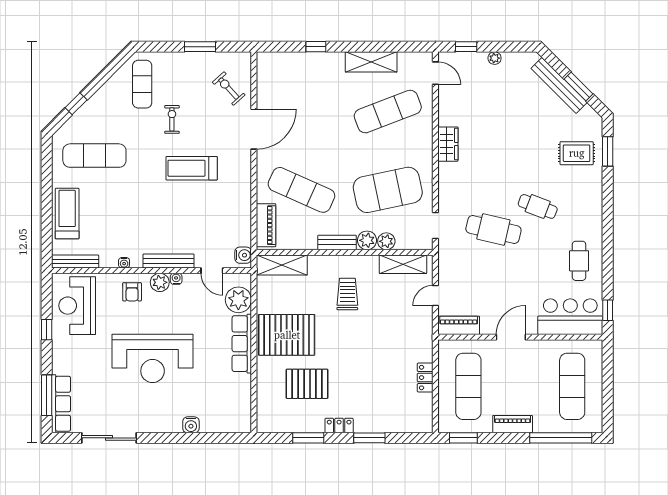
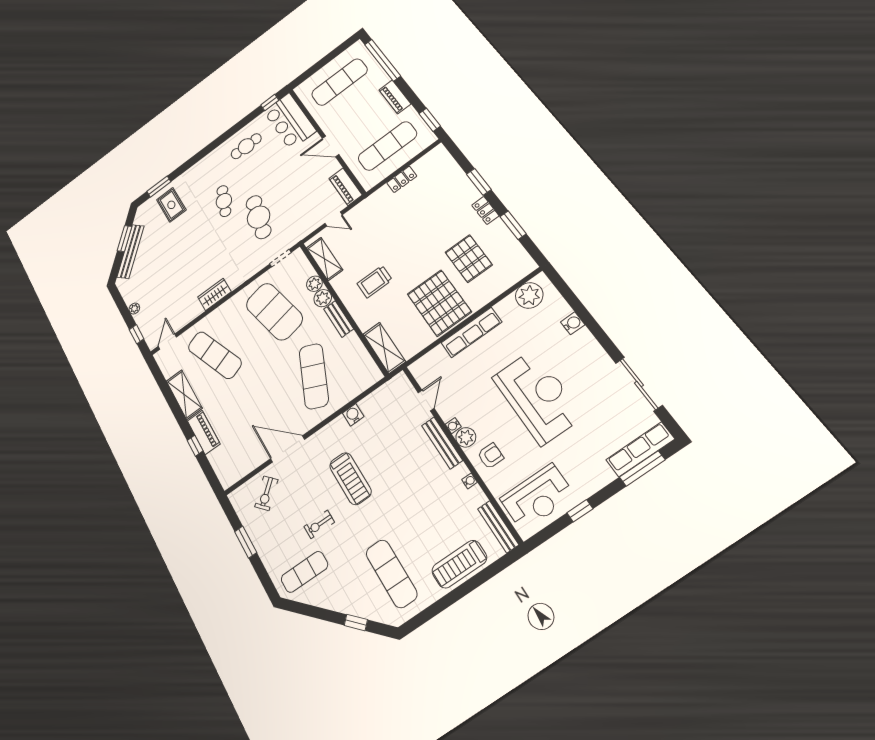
piano: (266, 225) -> (204, 432), moved, turned 90
water cooler: (243, 255) -> (353, 415), moved
plant: (238, 300) -> (529, 295), moved

